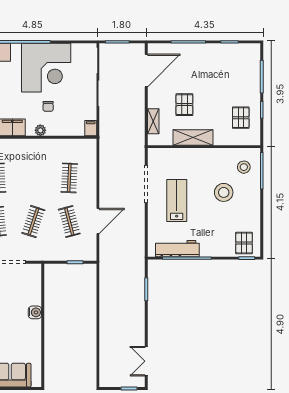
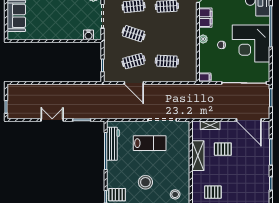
stool: (224, 192) -> (145, 182), moved
water cooler: (35, 312) -> (88, 35), moved
double door: (146, 361) -> (52, 120), moved

